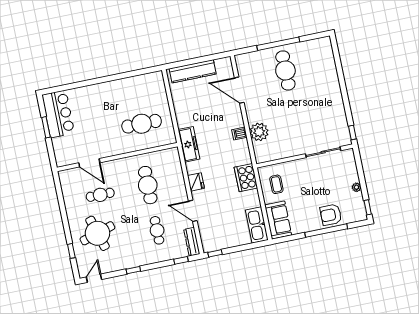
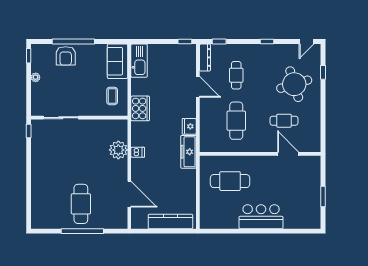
bar counter: (58, 114) -> (261, 217), moved, turned 90
fridge: (196, 182) -> (189, 126), moved
armchair: (331, 215) -> (66, 56), turned 90

